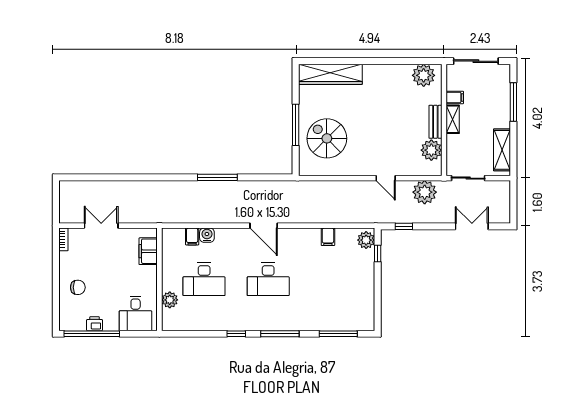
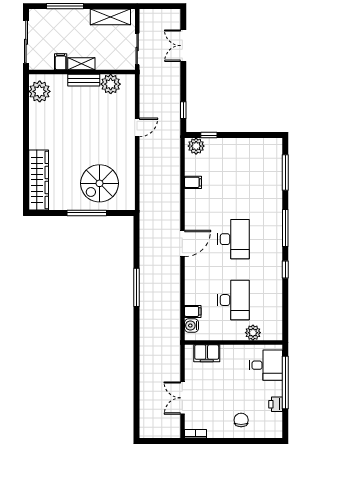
plant: (425, 192) -> (151, 90), removed
water cooler: (207, 235) -> (191, 326), moved
window: (92, 334) -> (285, 382), moved

